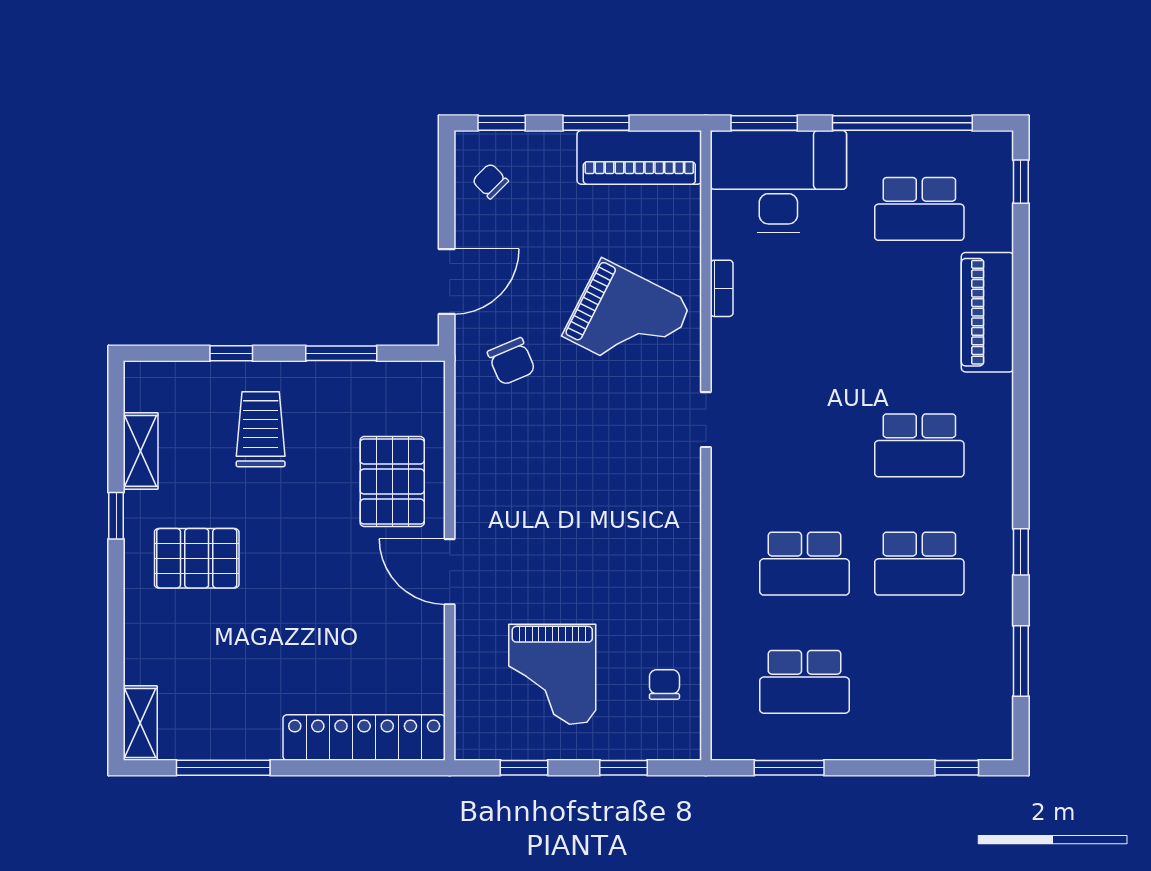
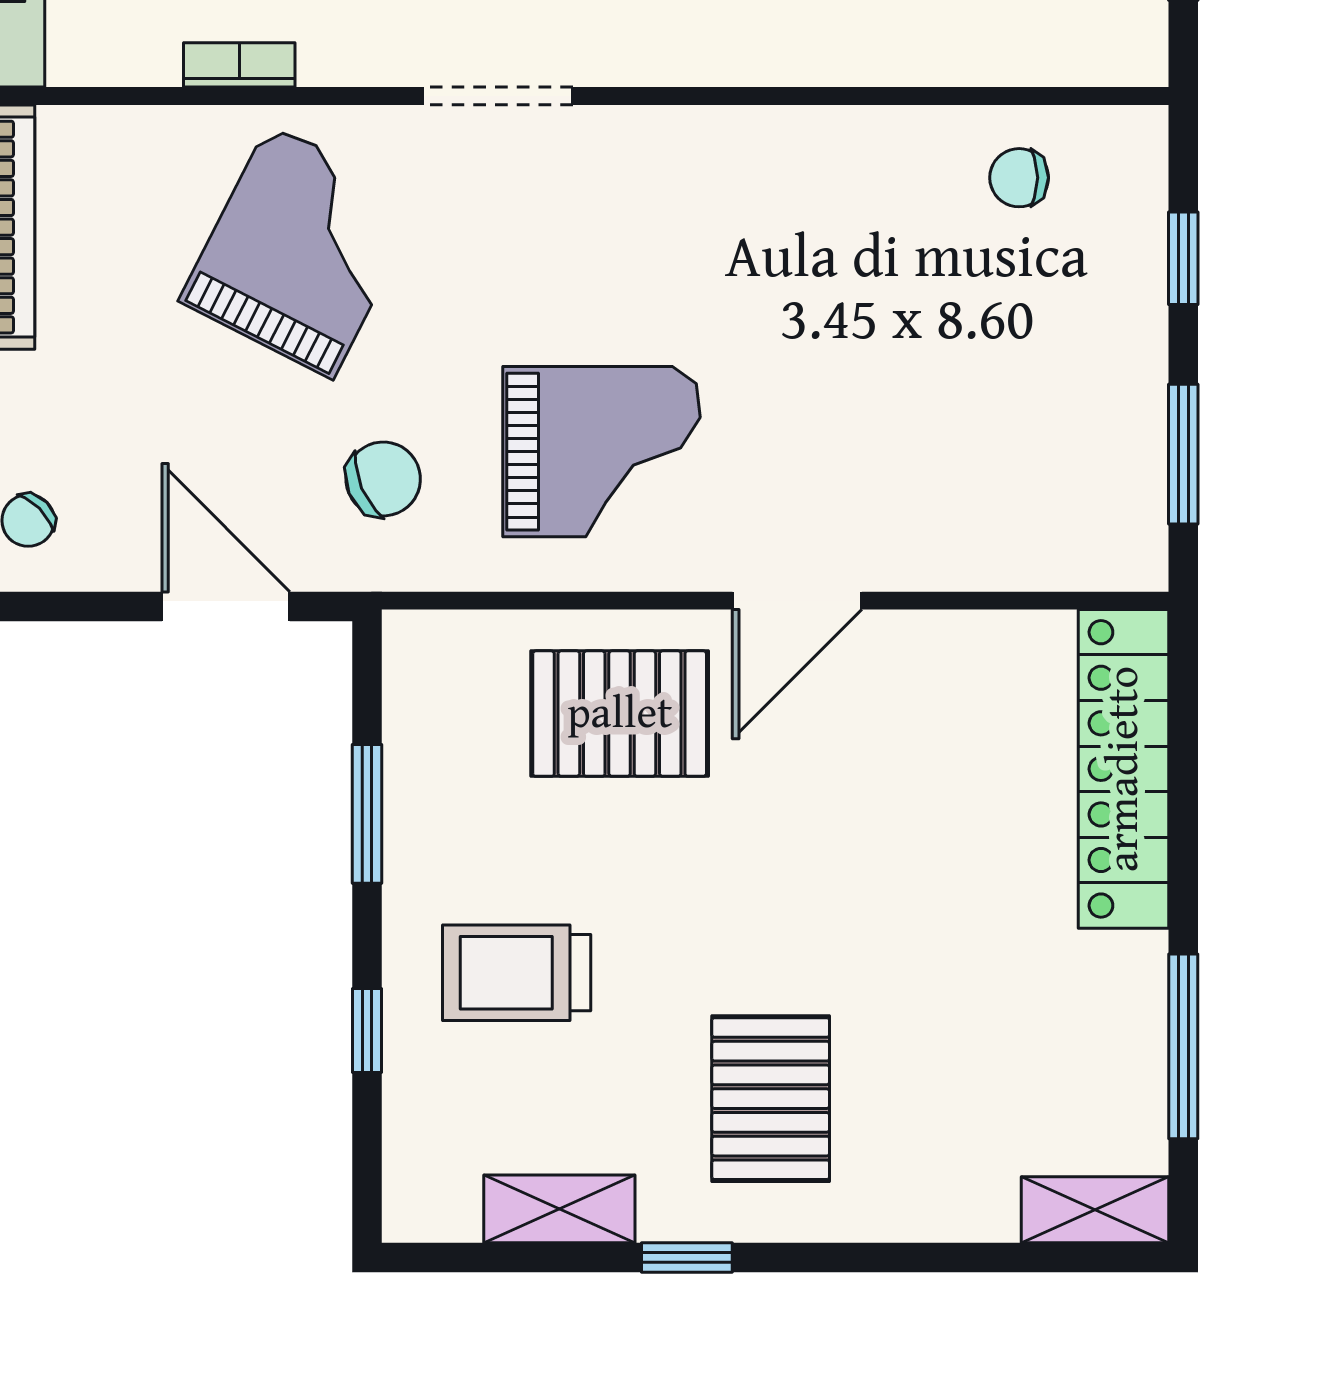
doorway: (706, 420) -> (498, 96), width x1.38
grand piano: (552, 674) -> (602, 452), moved
window: (524, 768) -> (1183, 454), width x1.50

